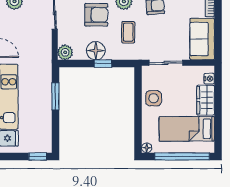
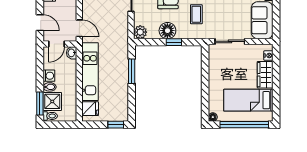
side table: (154, 98) -> (219, 73), removed

